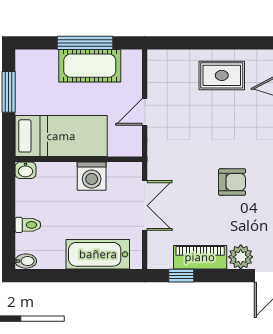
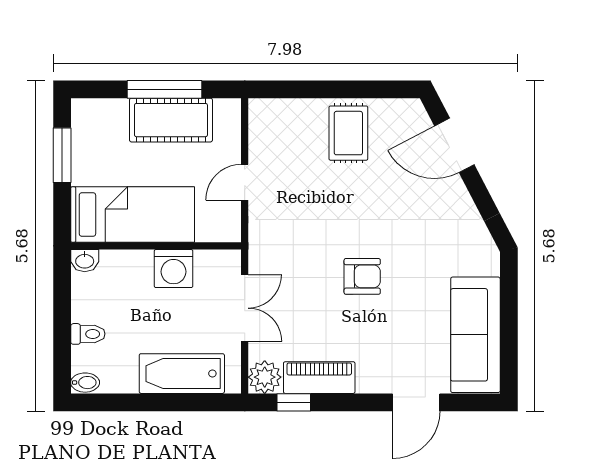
rug: (222, 75) -> (348, 133), turned 90
plant: (241, 257) -> (265, 377), moved

